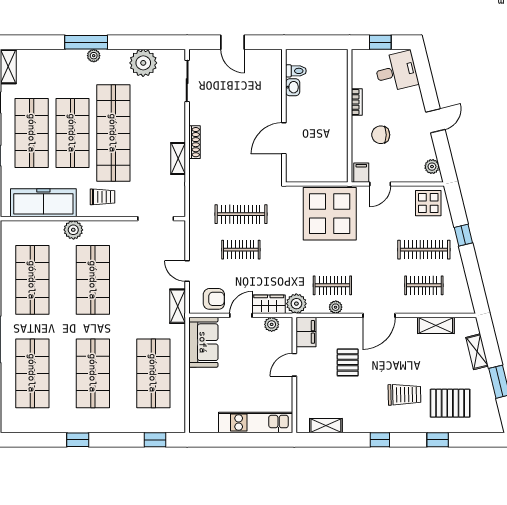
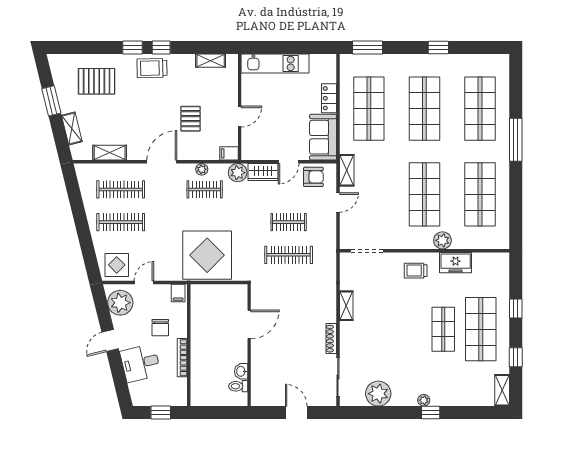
window: (86, 42) -> (431, 413), width x0.46
desk: (396, 72) -> (140, 363), moved
bookcase: (357, 102) -> (182, 358), width x1.56
shop shelf: (72, 133) -> (443, 329), width x0.70, depth x0.74
shop shelf: (113, 133) -> (406, 329), removed
chair: (381, 135) -> (160, 328), turned 90
shoe rack: (194, 142) -> (331, 339), moved
plant: (432, 167) -> (120, 303), width x1.87, depth x1.87
door: (380, 184) -> (144, 282), moved
freezer: (43, 203) -> (456, 263), width x0.52, depth x0.79
window: (463, 235) -> (84, 236), removed
door: (187, 271) -> (338, 203), hinge flipped
clothes rail: (424, 285) -> (121, 189), width x1.36
armchair: (214, 299) -> (313, 177), turned 180
plant: (272, 324) -> (260, 154), removed
filing cabinet: (306, 332) -> (229, 153), width x0.50
locker: (197, 385) -> (329, 98), added
trolley: (404, 395) -> (152, 68), moved
window: (155, 440) -> (367, 48), width x1.50
window: (438, 440) -> (133, 48), moved

